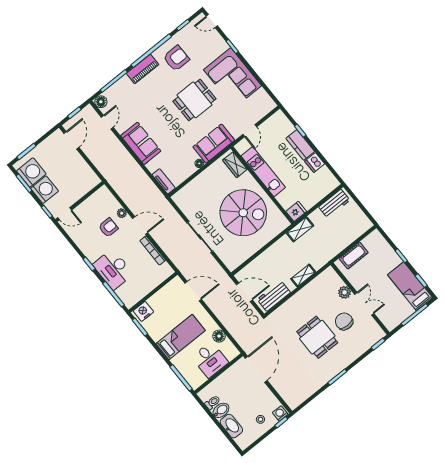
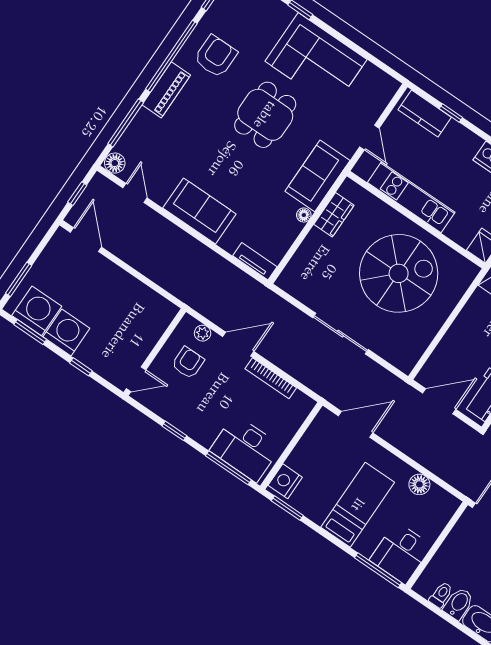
kitchen counter: (300, 145) -> (425, 113), moved
wardrobe: (235, 165) -> (334, 215), moved, turned -90
wall: (80, 201) -> (155, 352), moved
door: (65, 214) -> (136, 379), moved
desk: (113, 269) -> (245, 448), moved
desk: (210, 360) -> (401, 553), moved, turned 90

